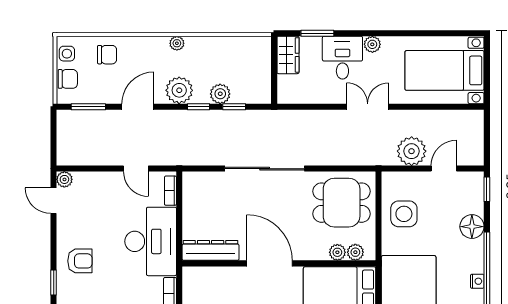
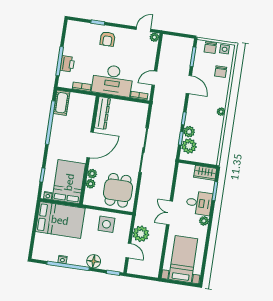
plant: (179, 90) -> (189, 146), moved
double door: (368, 107) -> (169, 213), swing flipped
plant: (355, 252) -> (92, 174), moved

